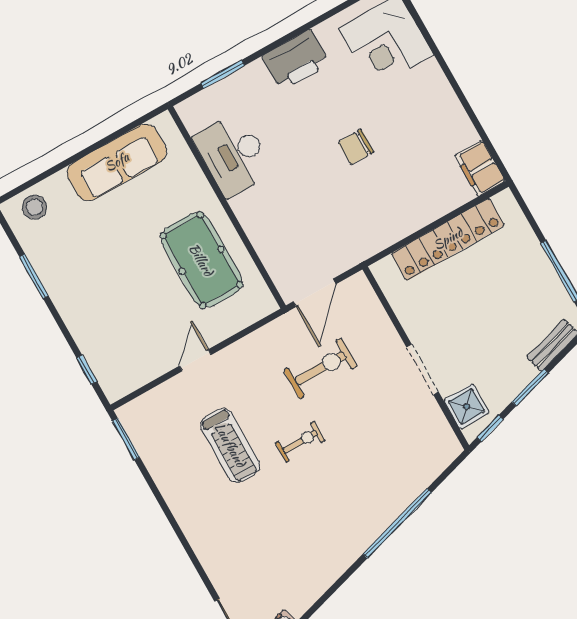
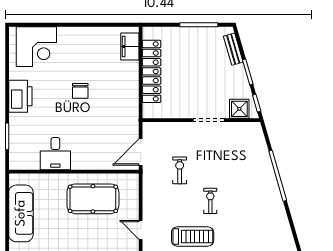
desk: (233, 155) -> (55, 154), width x0.73
filing cabinet: (480, 168) -> (130, 46), moved, turned 90
door: (315, 293) -> (141, 152), swing flipped
exercise bike: (320, 368) -> (180, 170), width x0.73, depth x0.72

